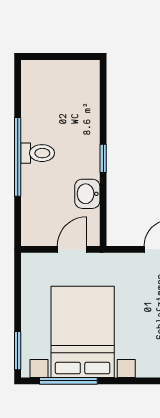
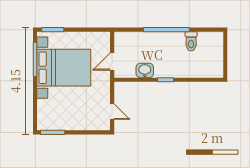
toilet: (38, 153) -> (191, 41), moved
door: (72, 249) -> (112, 62), swing flipped

